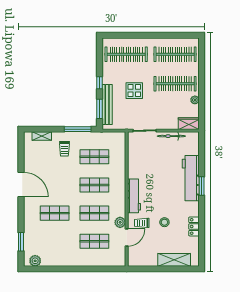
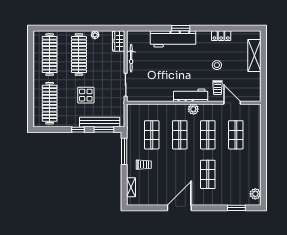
plant: (120, 222) -> (193, 109), moved

